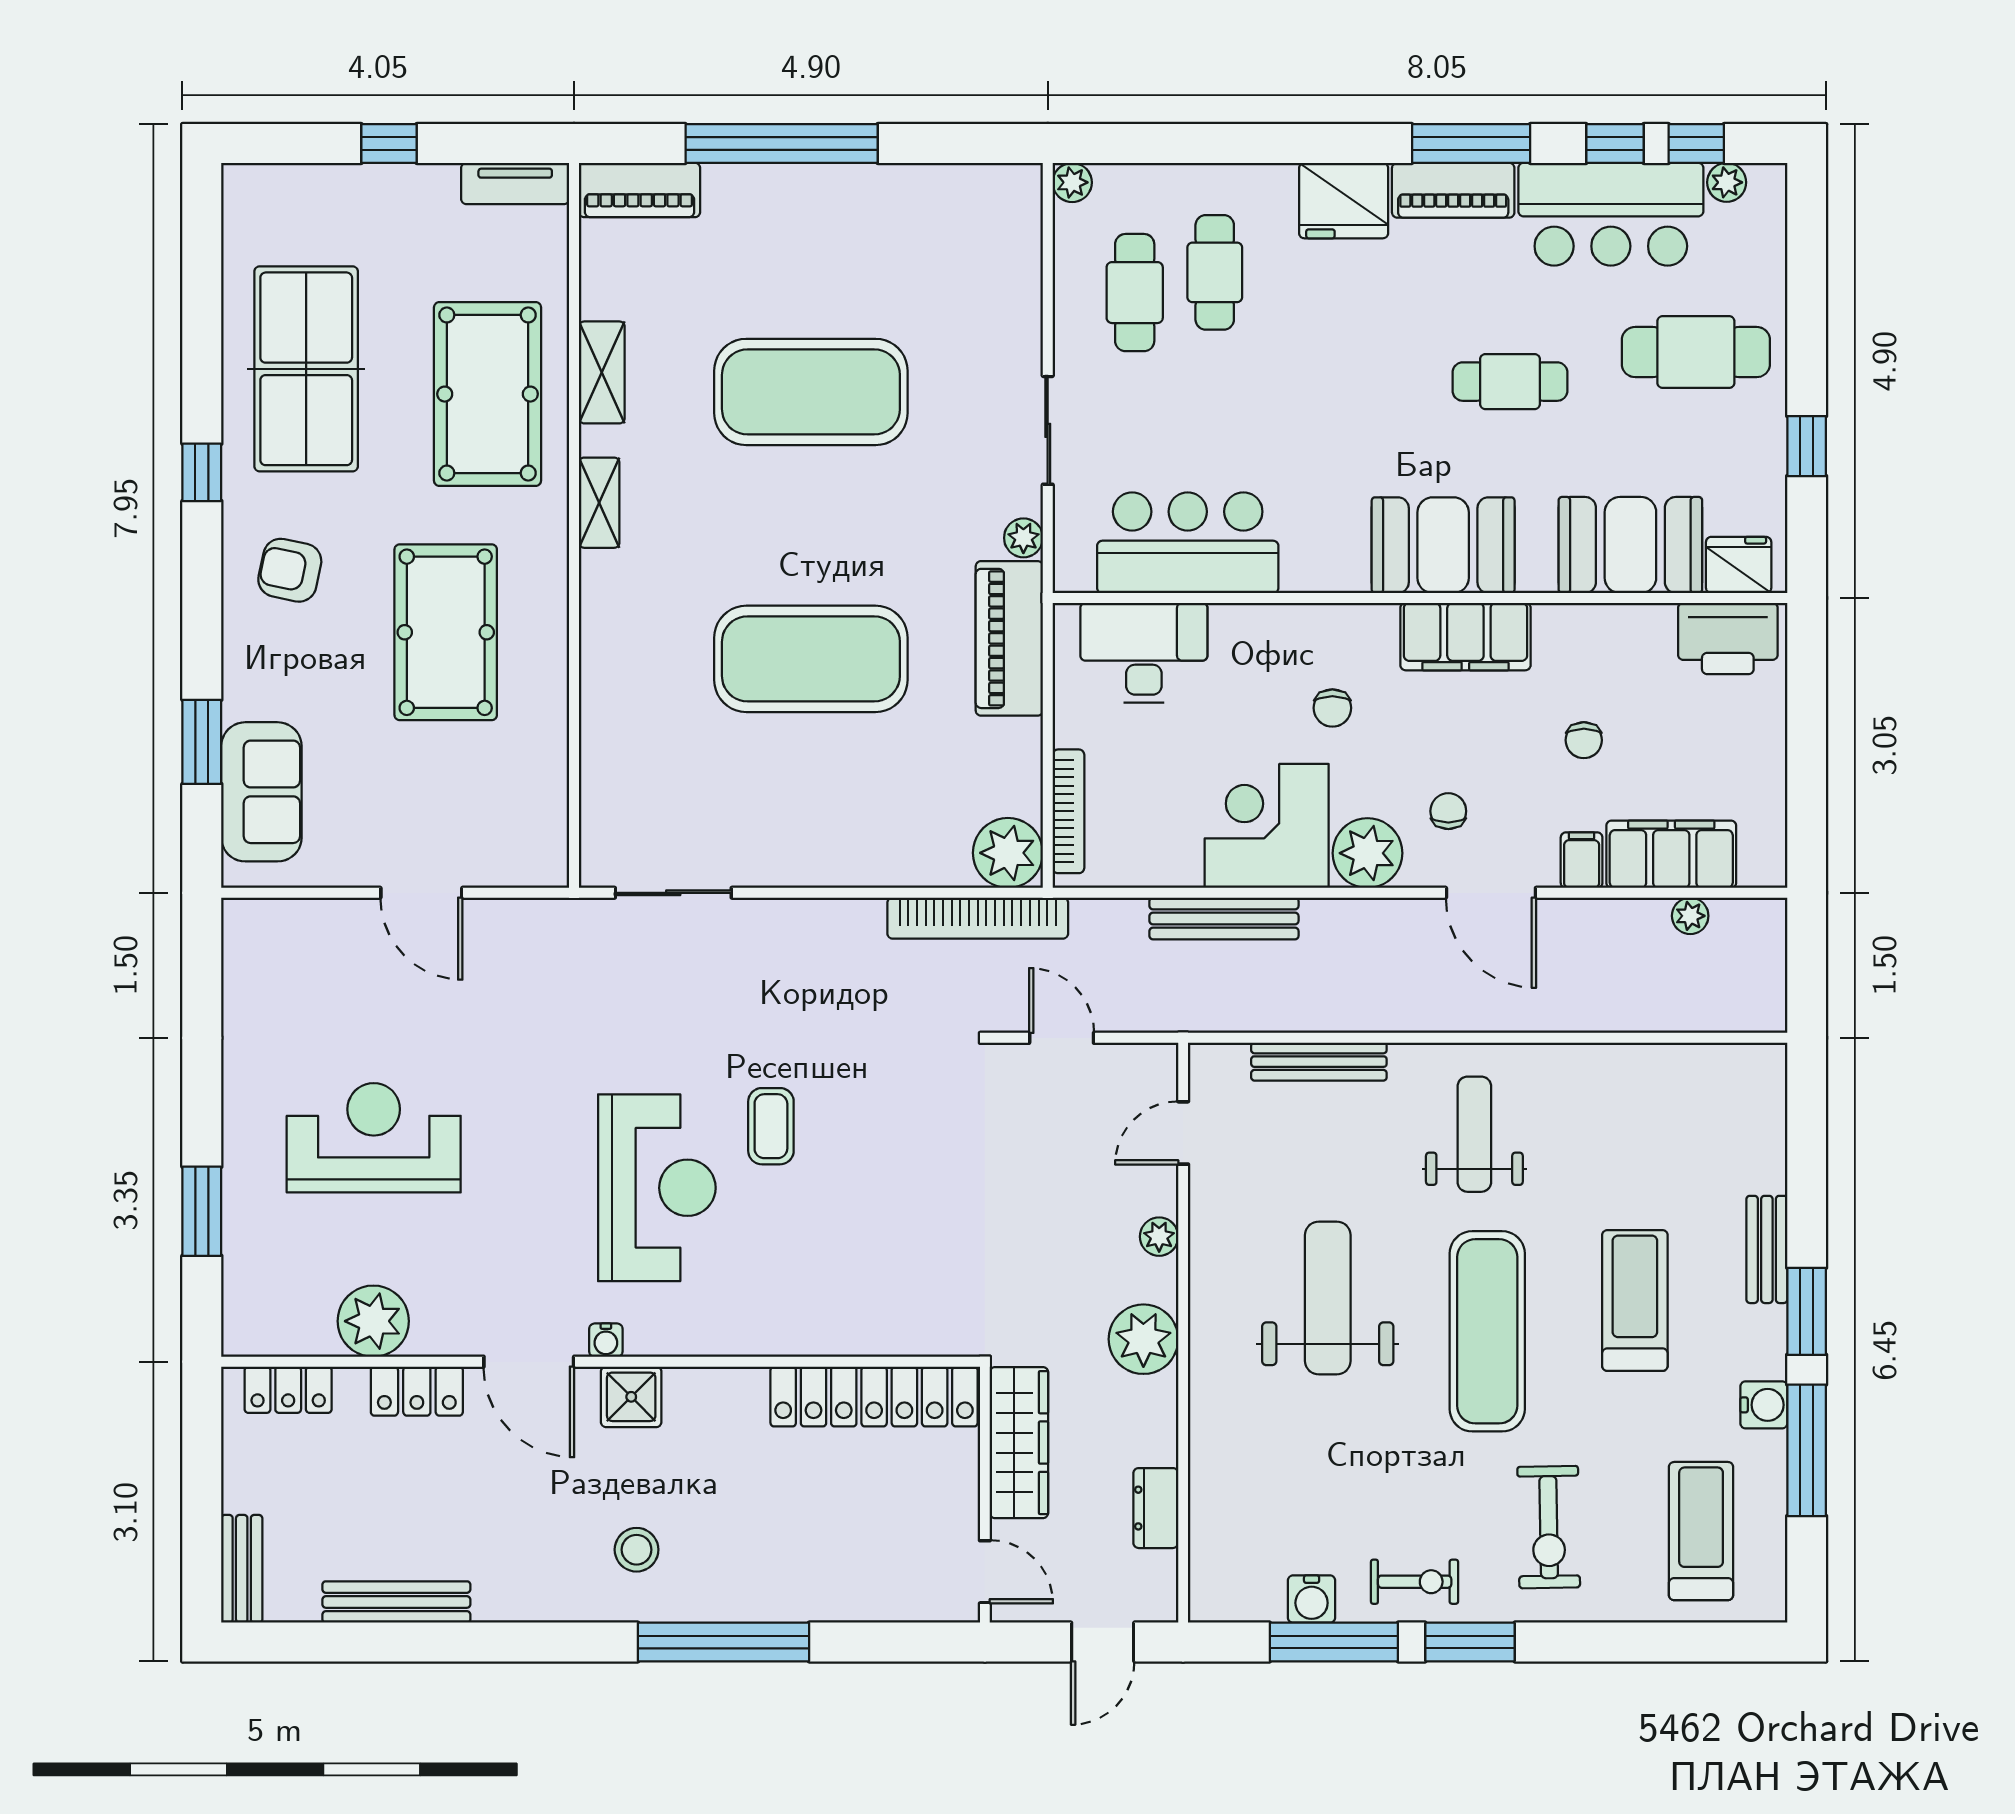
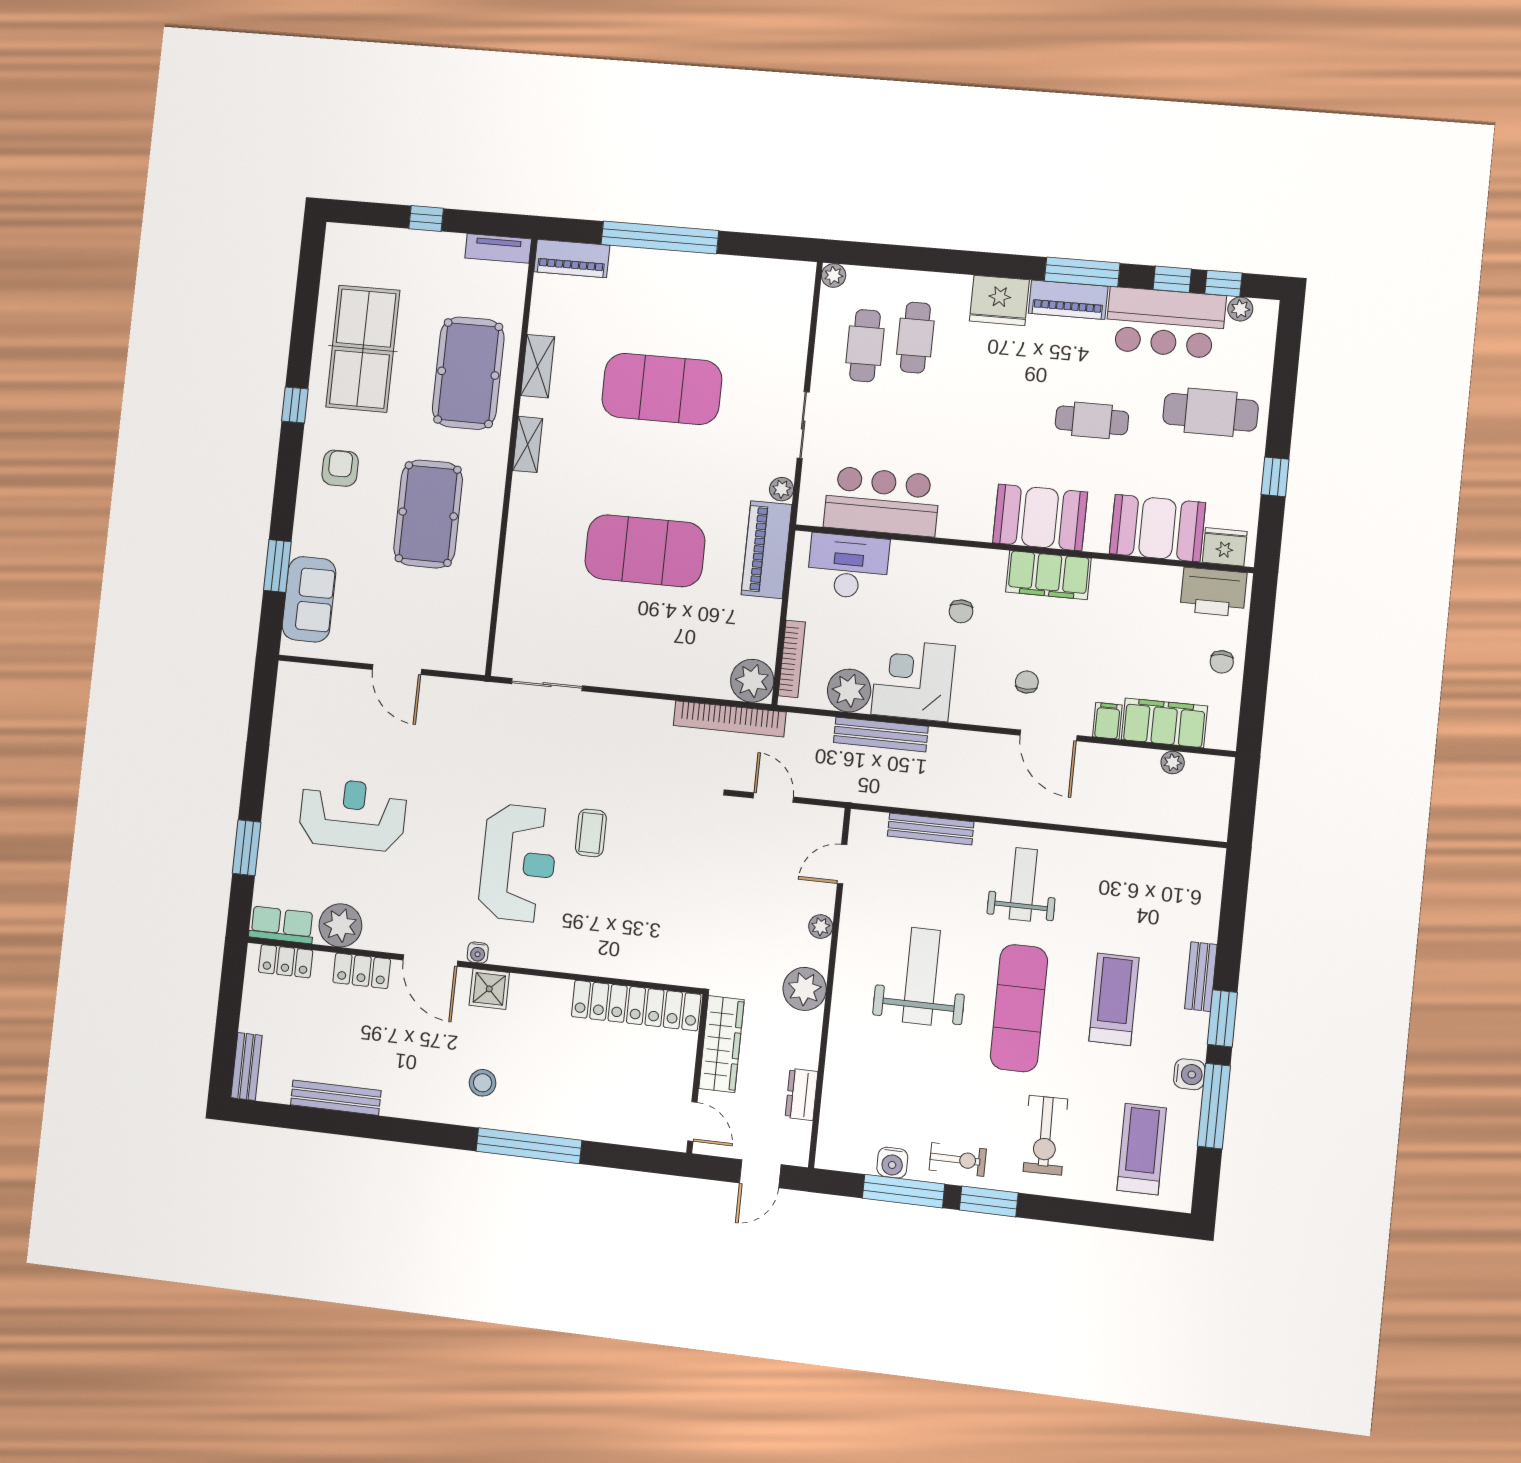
armchair: (290, 570) -> (340, 468), turned 78
chair: (1584, 740) -> (1222, 662), moved
plant: (1367, 853) -> (849, 691), moved
row of seats: (275, 1331) -> (282, 925), added

